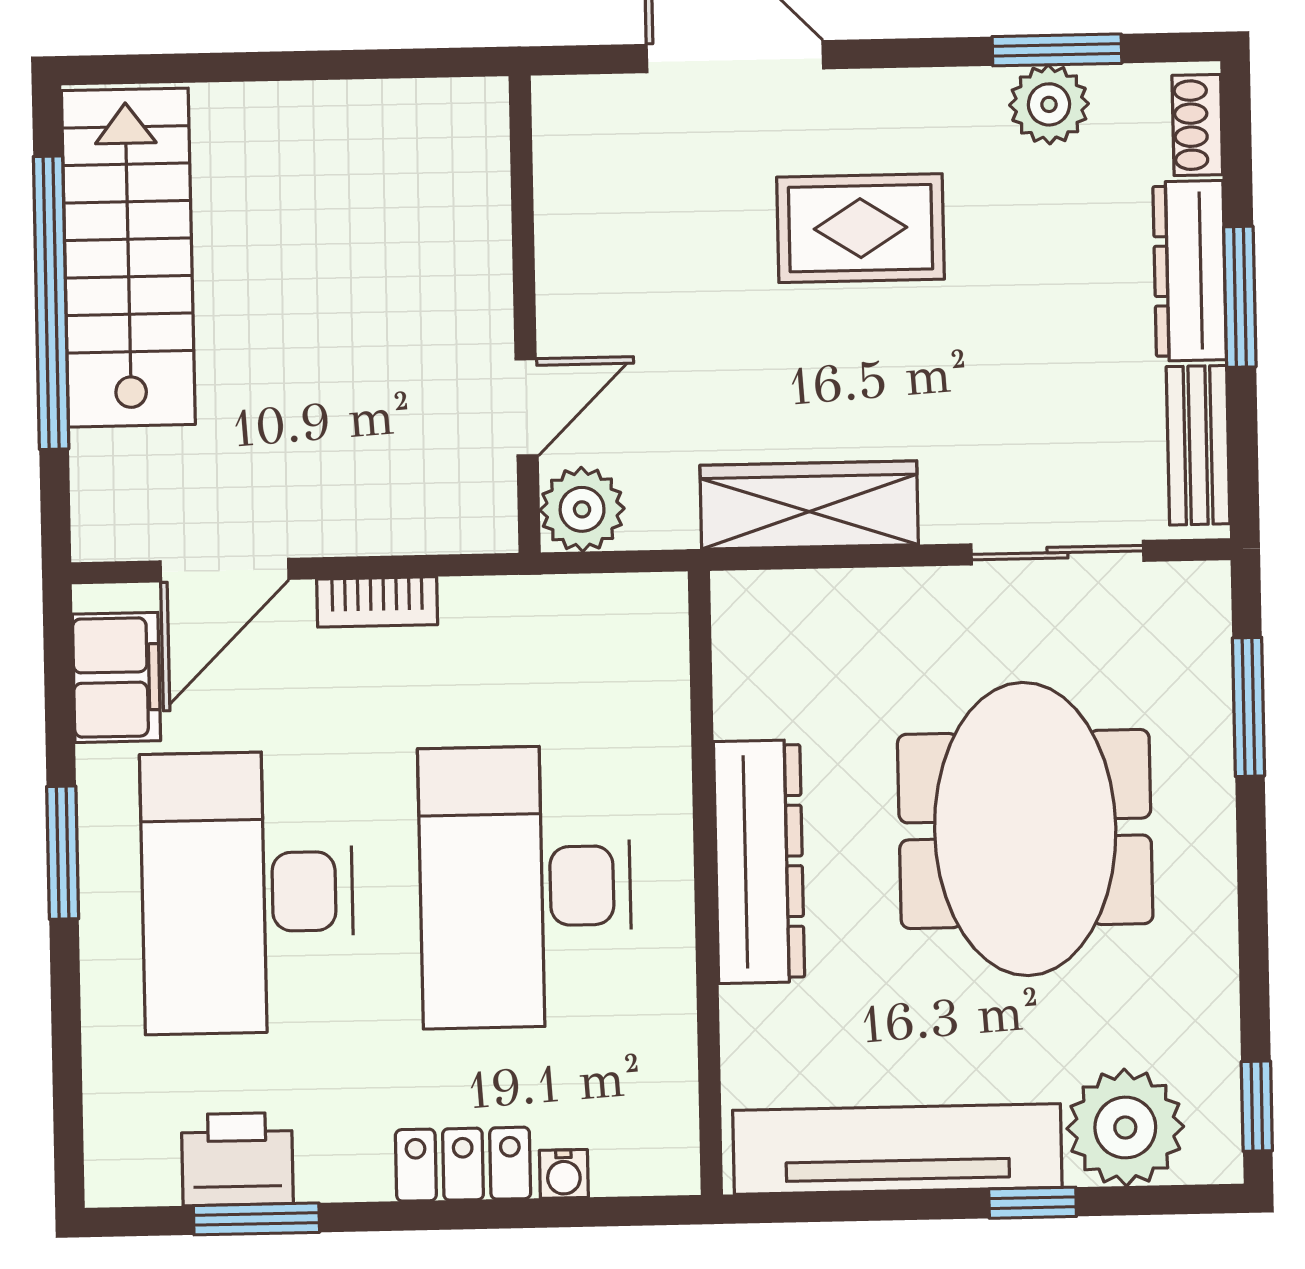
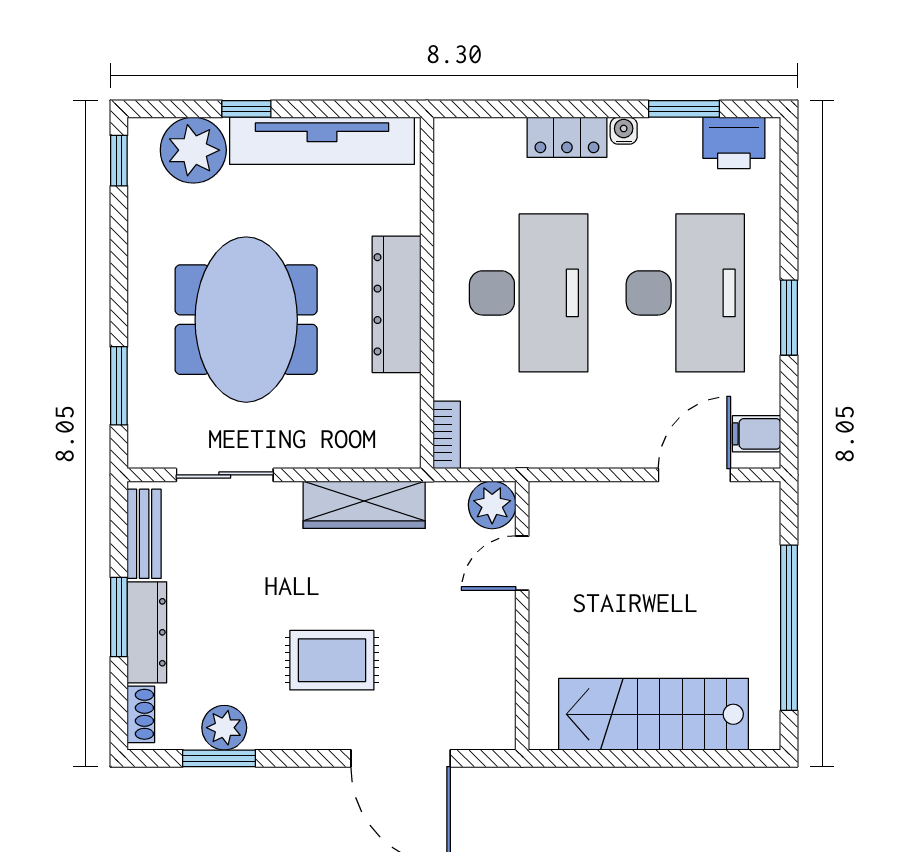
stairs: (128, 258) -> (654, 714), moved, turned 90
bookcase: (377, 602) -> (447, 435), moved, turned 90
filing cabinet: (116, 677) -> (757, 434), width x0.50
printer: (237, 1159) -> (734, 143), moved
water cooler: (564, 1174) -> (624, 131), moved

